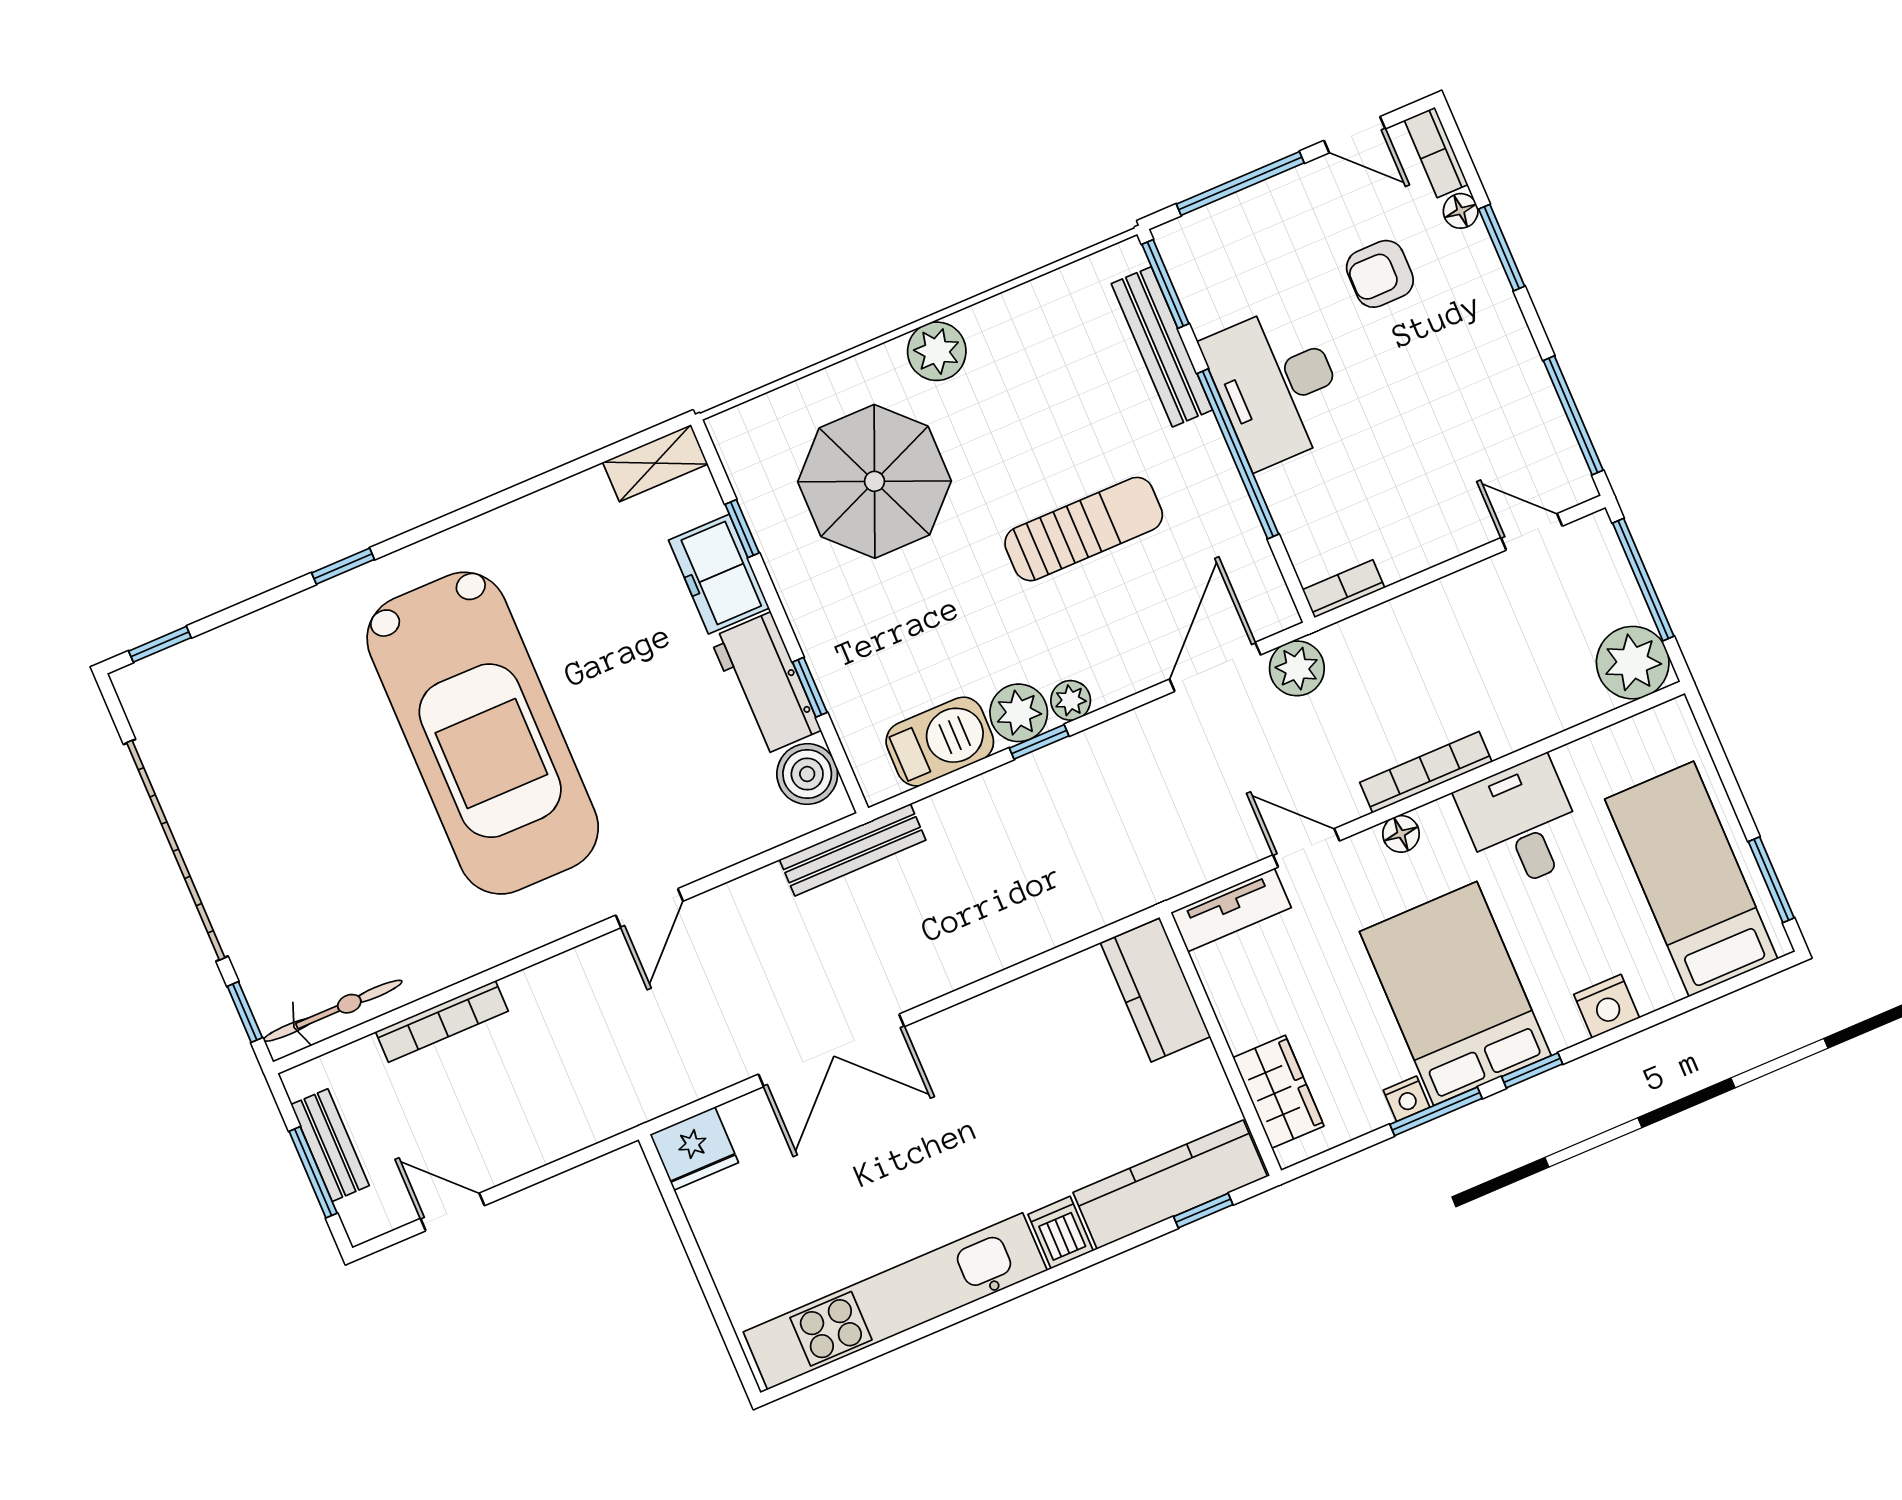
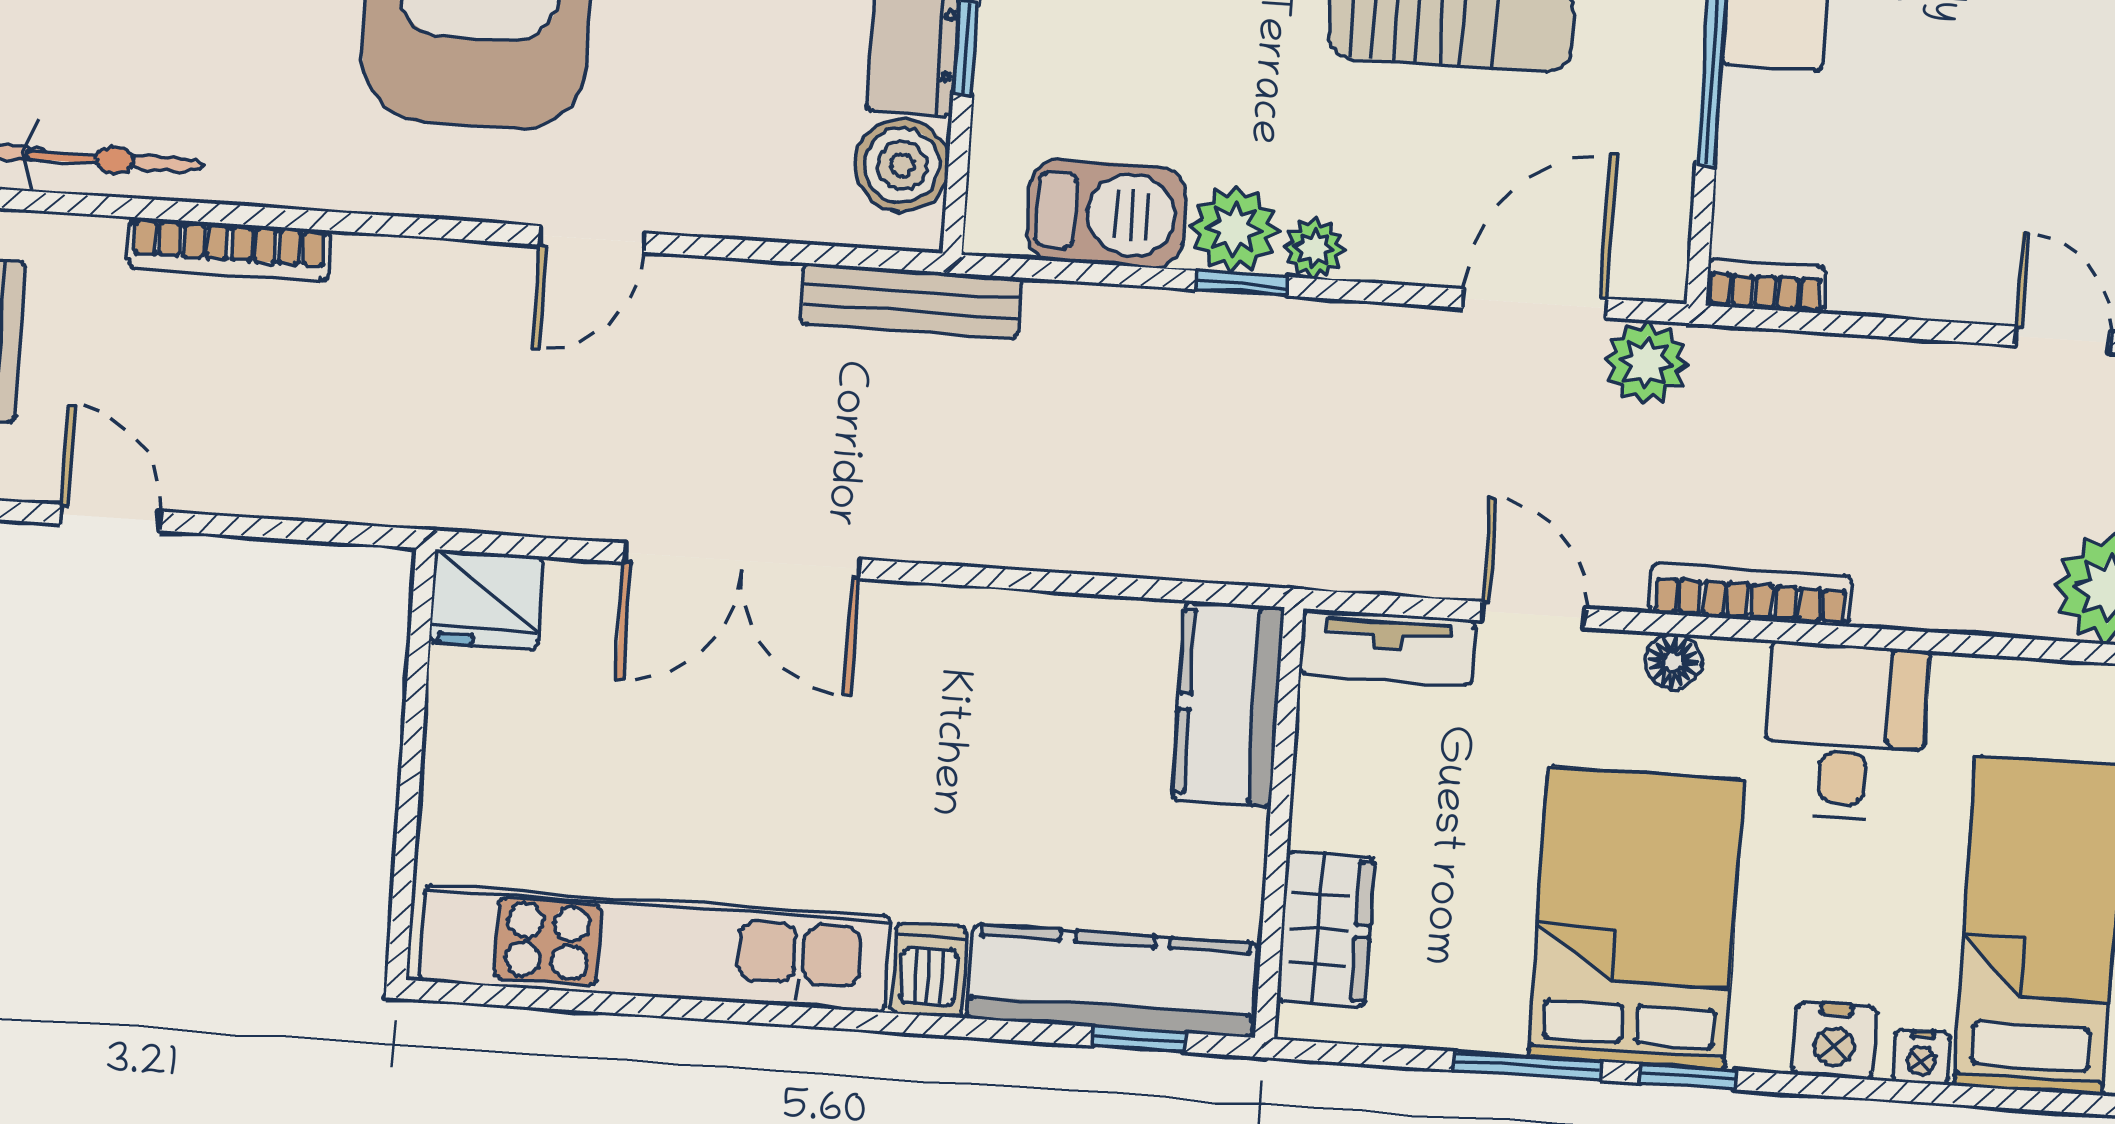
nightstand: (1407, 1099) -> (1922, 1057), moved

